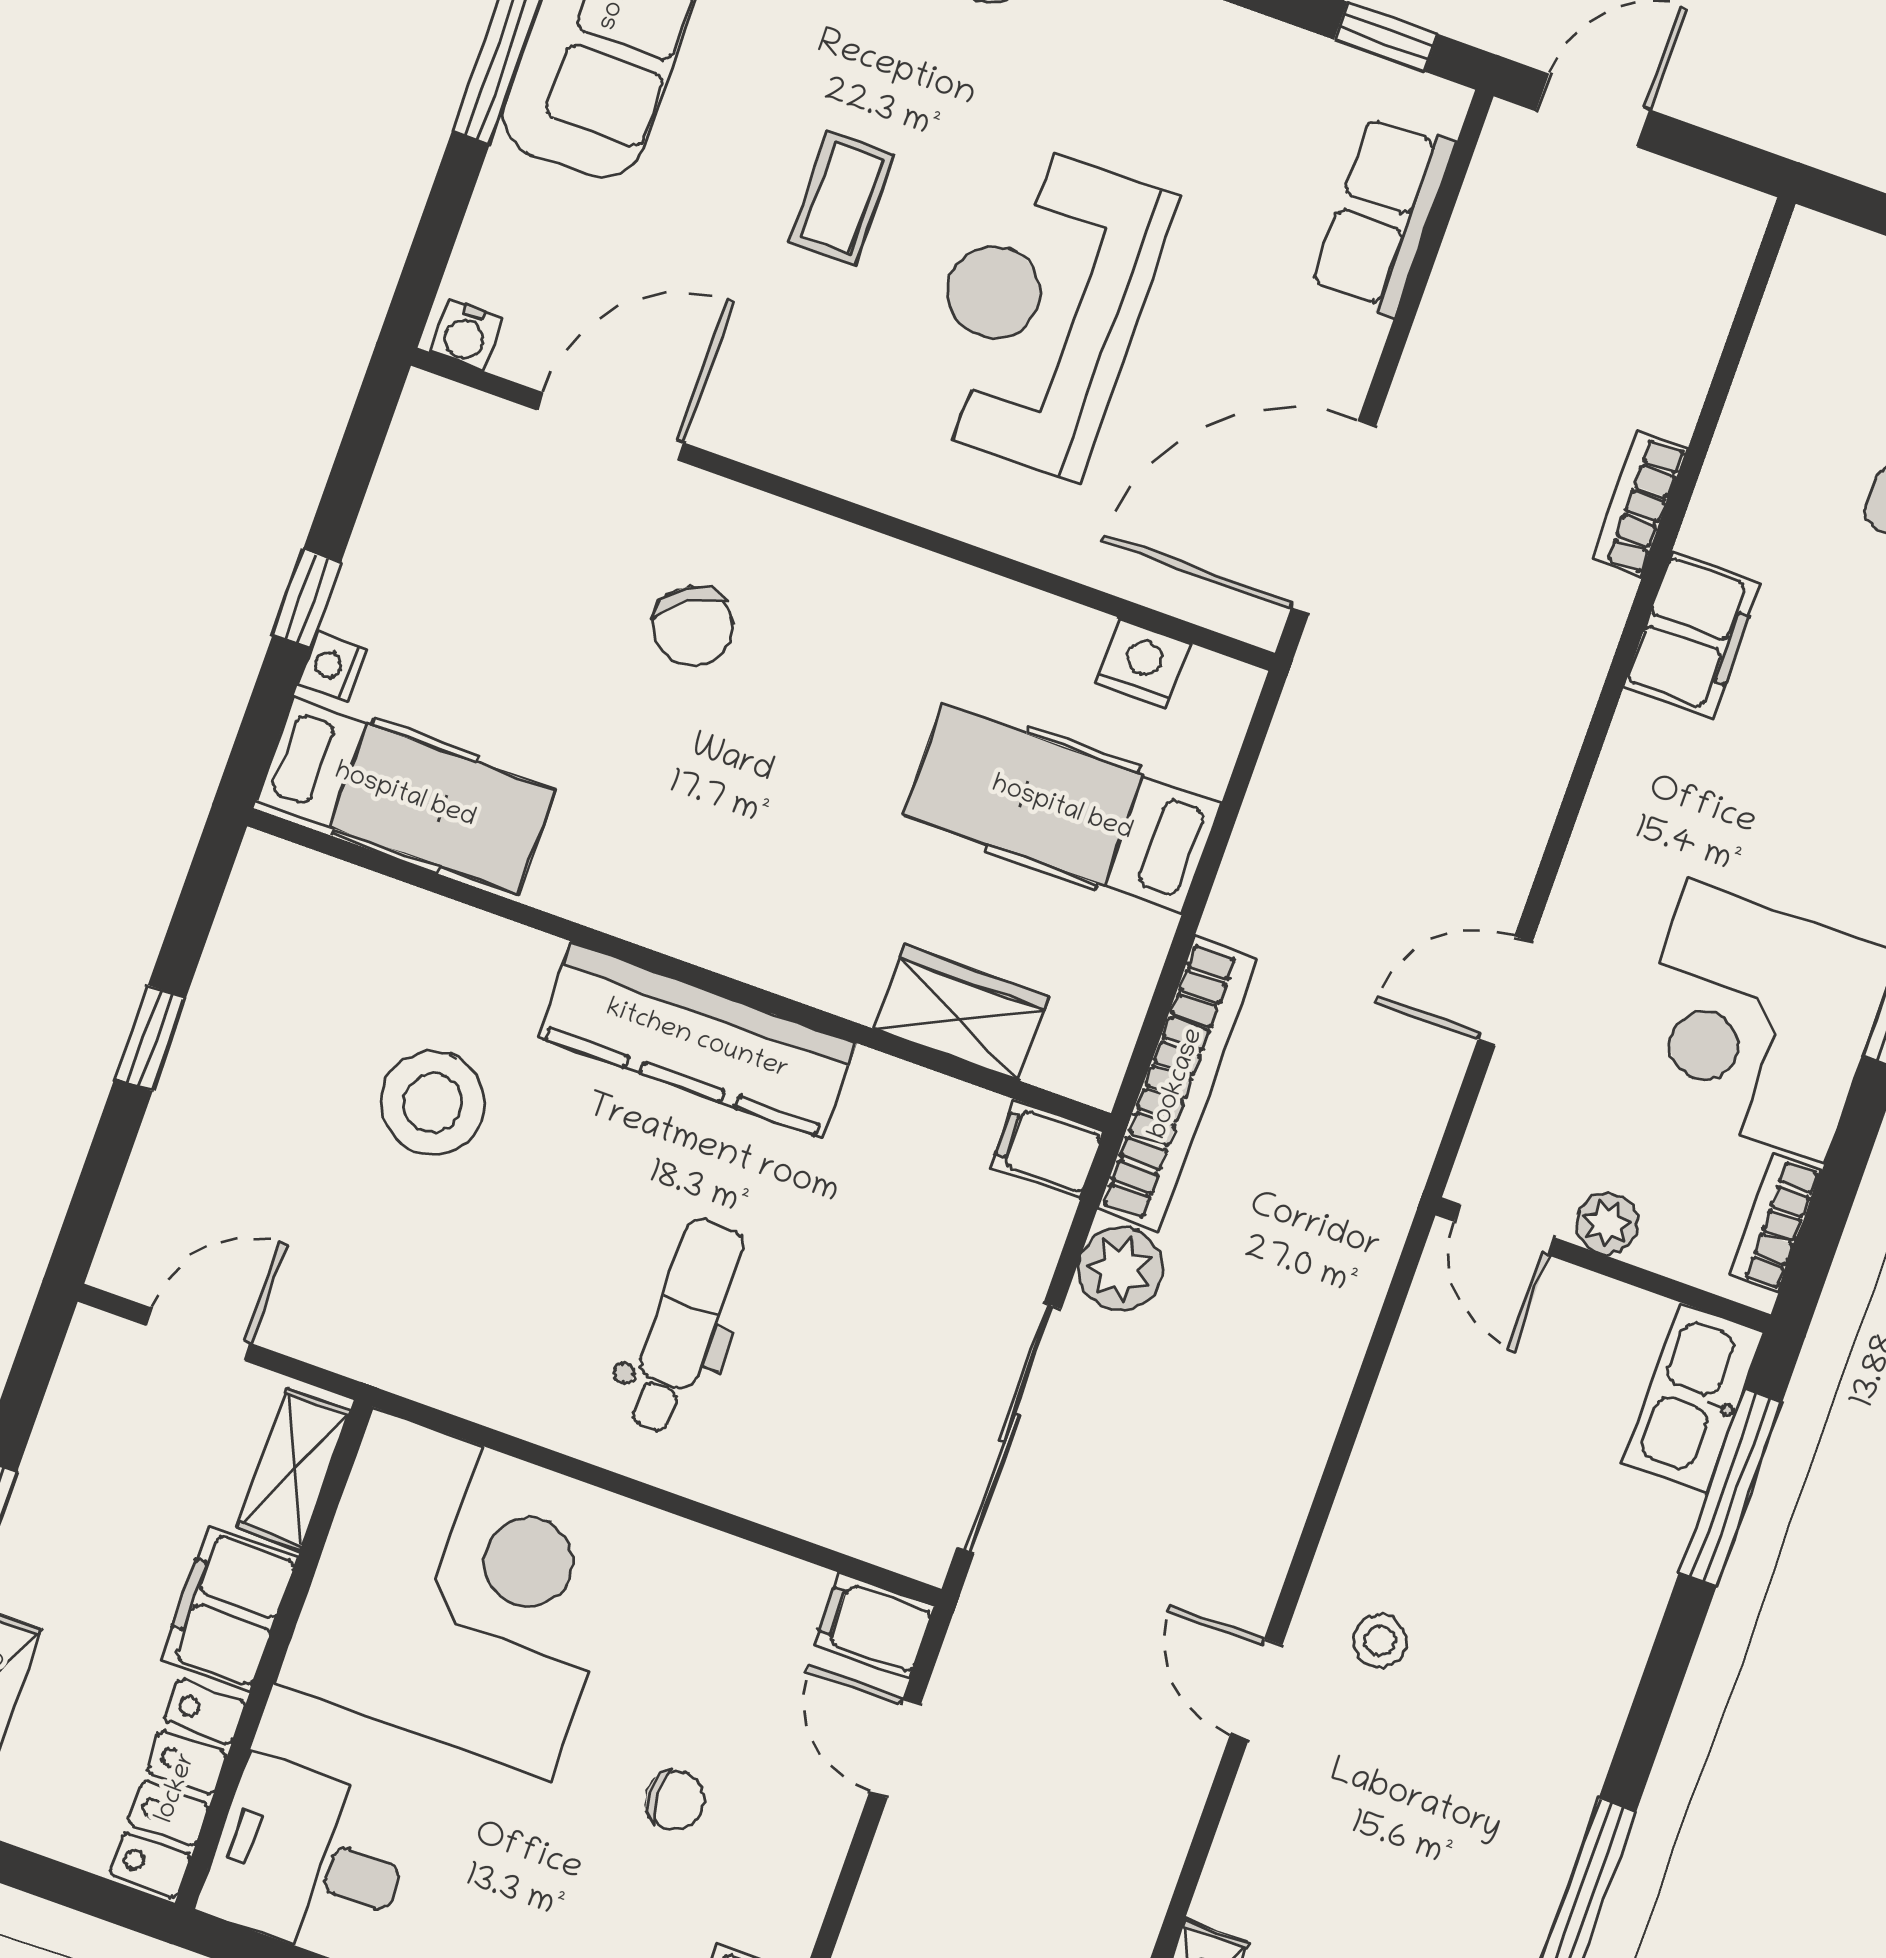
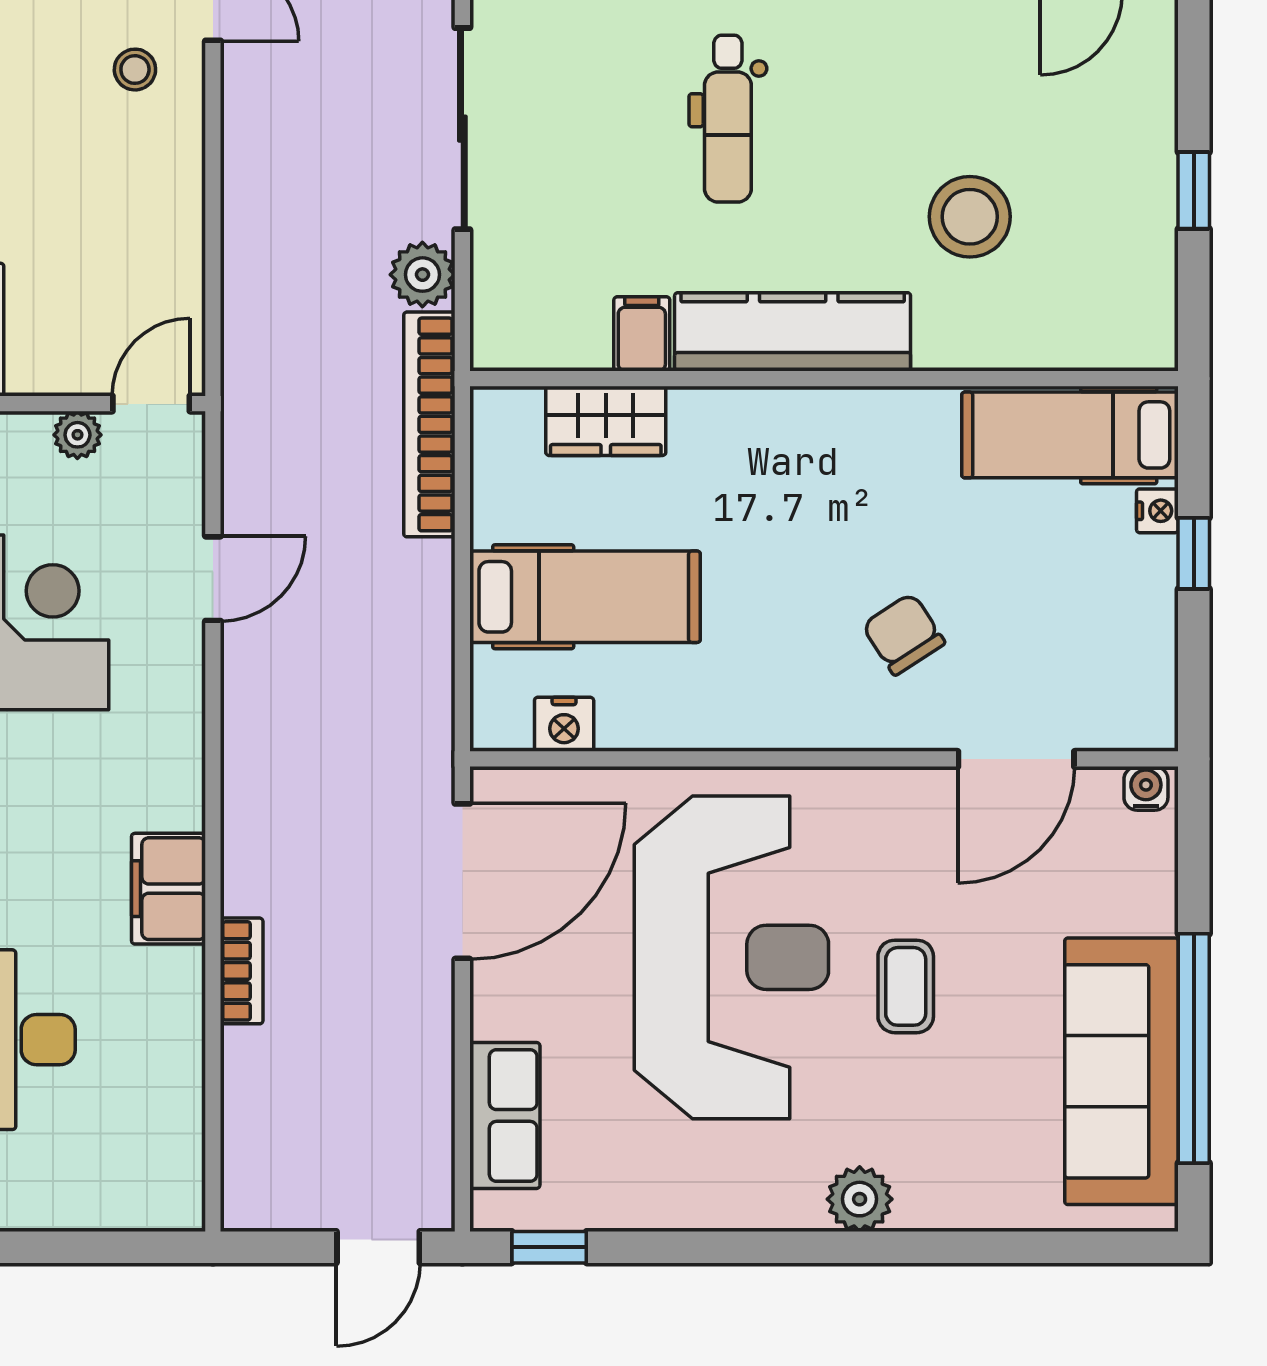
reception desk: (1041, 309) -> (731, 957), width x1.36, depth x1.30
filing cabinet: (1047, 1149) -> (642, 334), moved, turned -90
door: (1504, 1230) -> (151, 404), hinge flipped

